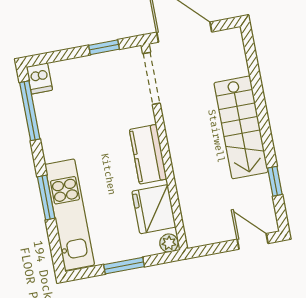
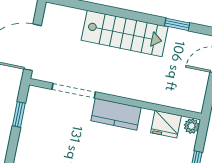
doorway: (151, 78) -> (74, 91), moved
fridge: (154, 209) -> (166, 124), width x0.73, depth x0.75

